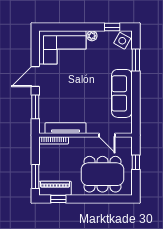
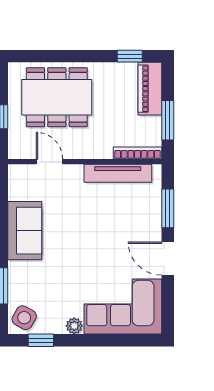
door: (35, 77) -> (168, 259), swing flipped
sofa: (122, 93) -> (25, 231), width x0.73
window: (35, 177) -> (168, 120), moved
piano: (55, 188) -> (150, 89), moved, turned 90

